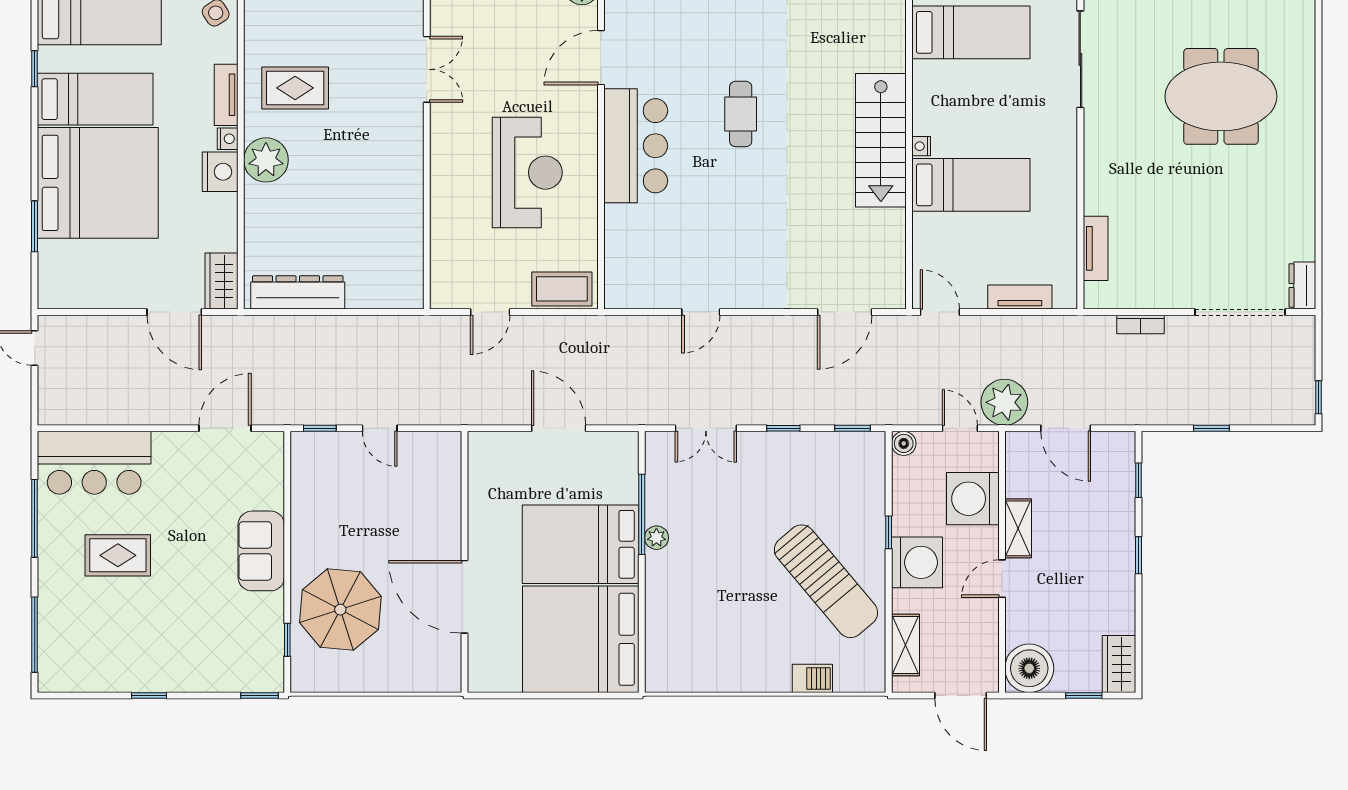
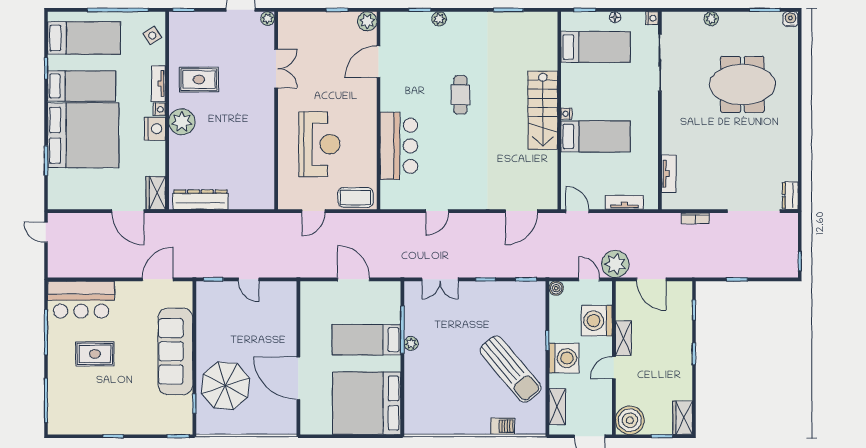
bar counter: (636, 146) -> (399, 146), moved
reception desk: (527, 173) -> (319, 144), moved
bed: (581, 544) -> (367, 340), width x0.67
sofa: (261, 551) -> (175, 351), width x1.85, depth x1.27

